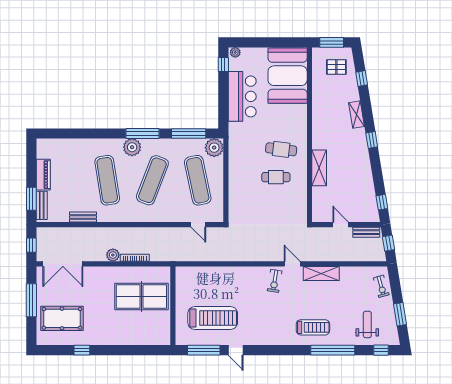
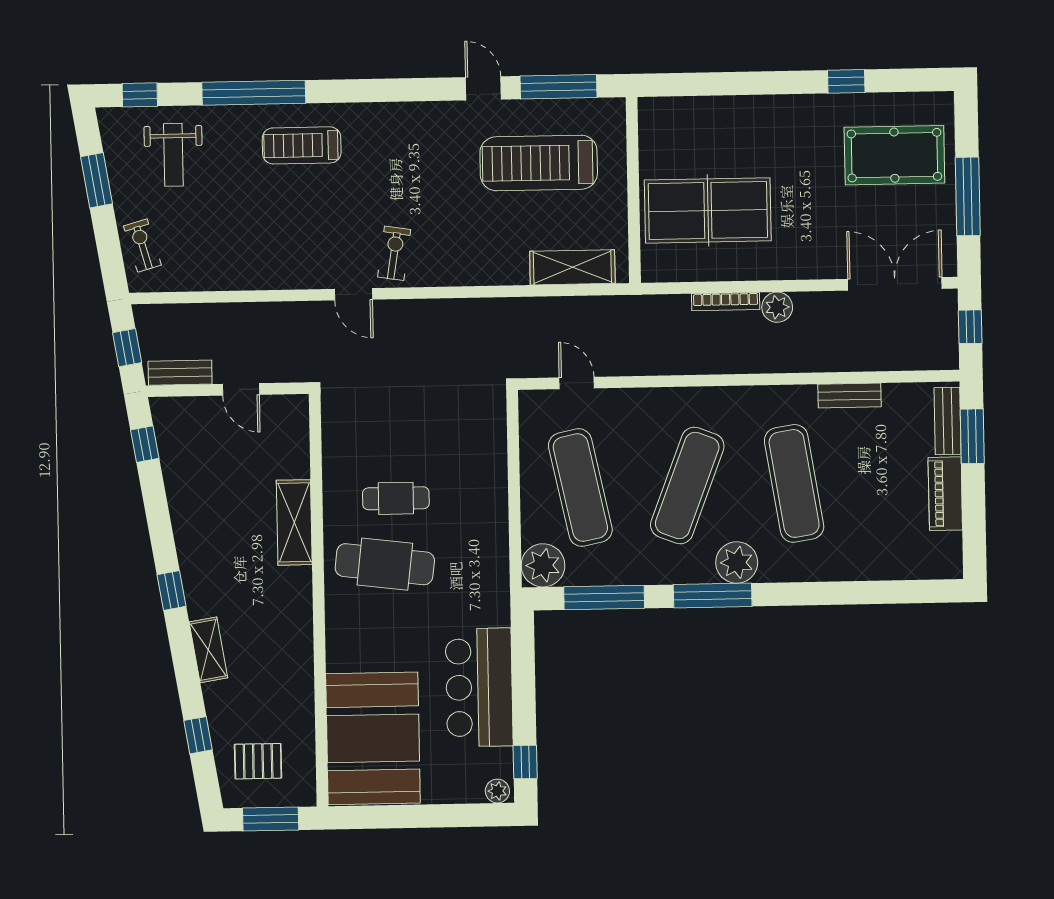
cafe table: (281, 149) -> (385, 564), width x1.37, depth x1.35
shelving: (321, 274) -> (572, 267), moved

